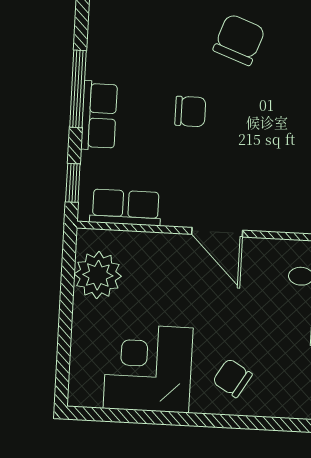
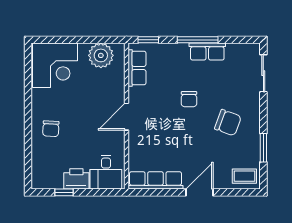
row of seats: (99, 116) -> (207, 52), moved
corner desk: (148, 368) -> (55, 65), moved, turned 90
chair: (232, 378) -> (51, 129), turned 152

